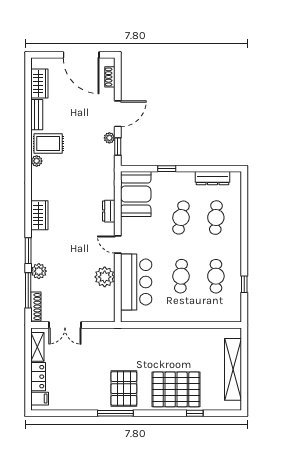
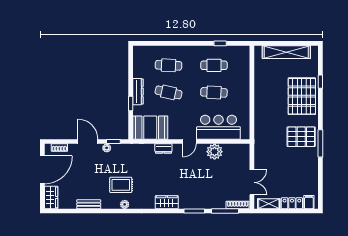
wardrobe: (39, 84) -> (51, 197), moved, turned 90
rug: (48, 144) -> (121, 185), moved, turned 90
dresser: (213, 178) -> (138, 92), moved
plant: (39, 271) -> (210, 203), removed

